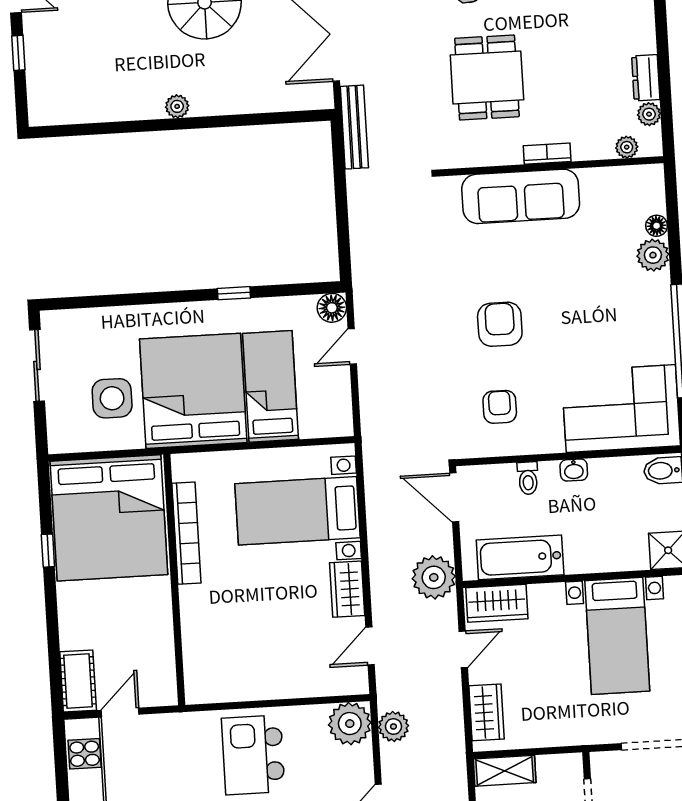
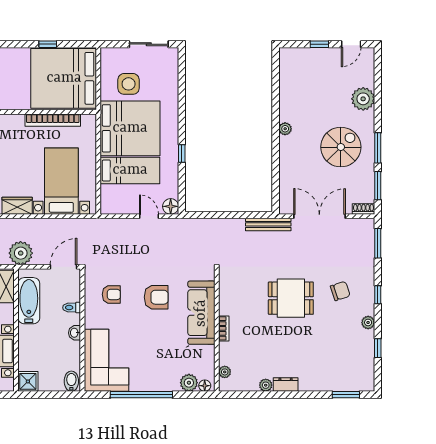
plant: (627, 147) -> (225, 372), moved
bookcase: (547, 154) -> (224, 328), moved
wall: (551, 166) -> (217, 330), moved
sofa: (521, 196) -> (201, 313), moved

